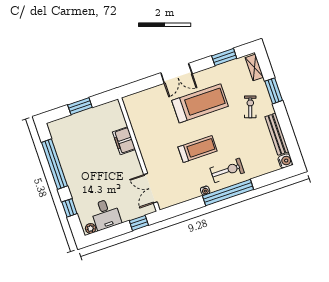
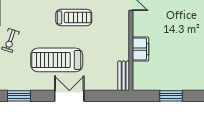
bench: (131, 110) -> (124, 76), added
treadmill: (198, 149) -> (74, 17), turned 180

